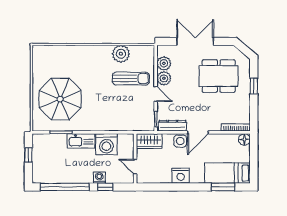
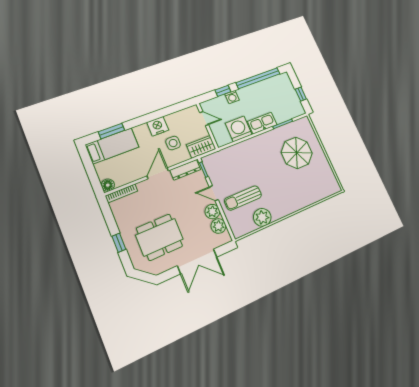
parasol: (60, 99) -> (297, 153), width x0.73, depth x0.73
side table: (180, 141) -> (173, 143), moved

